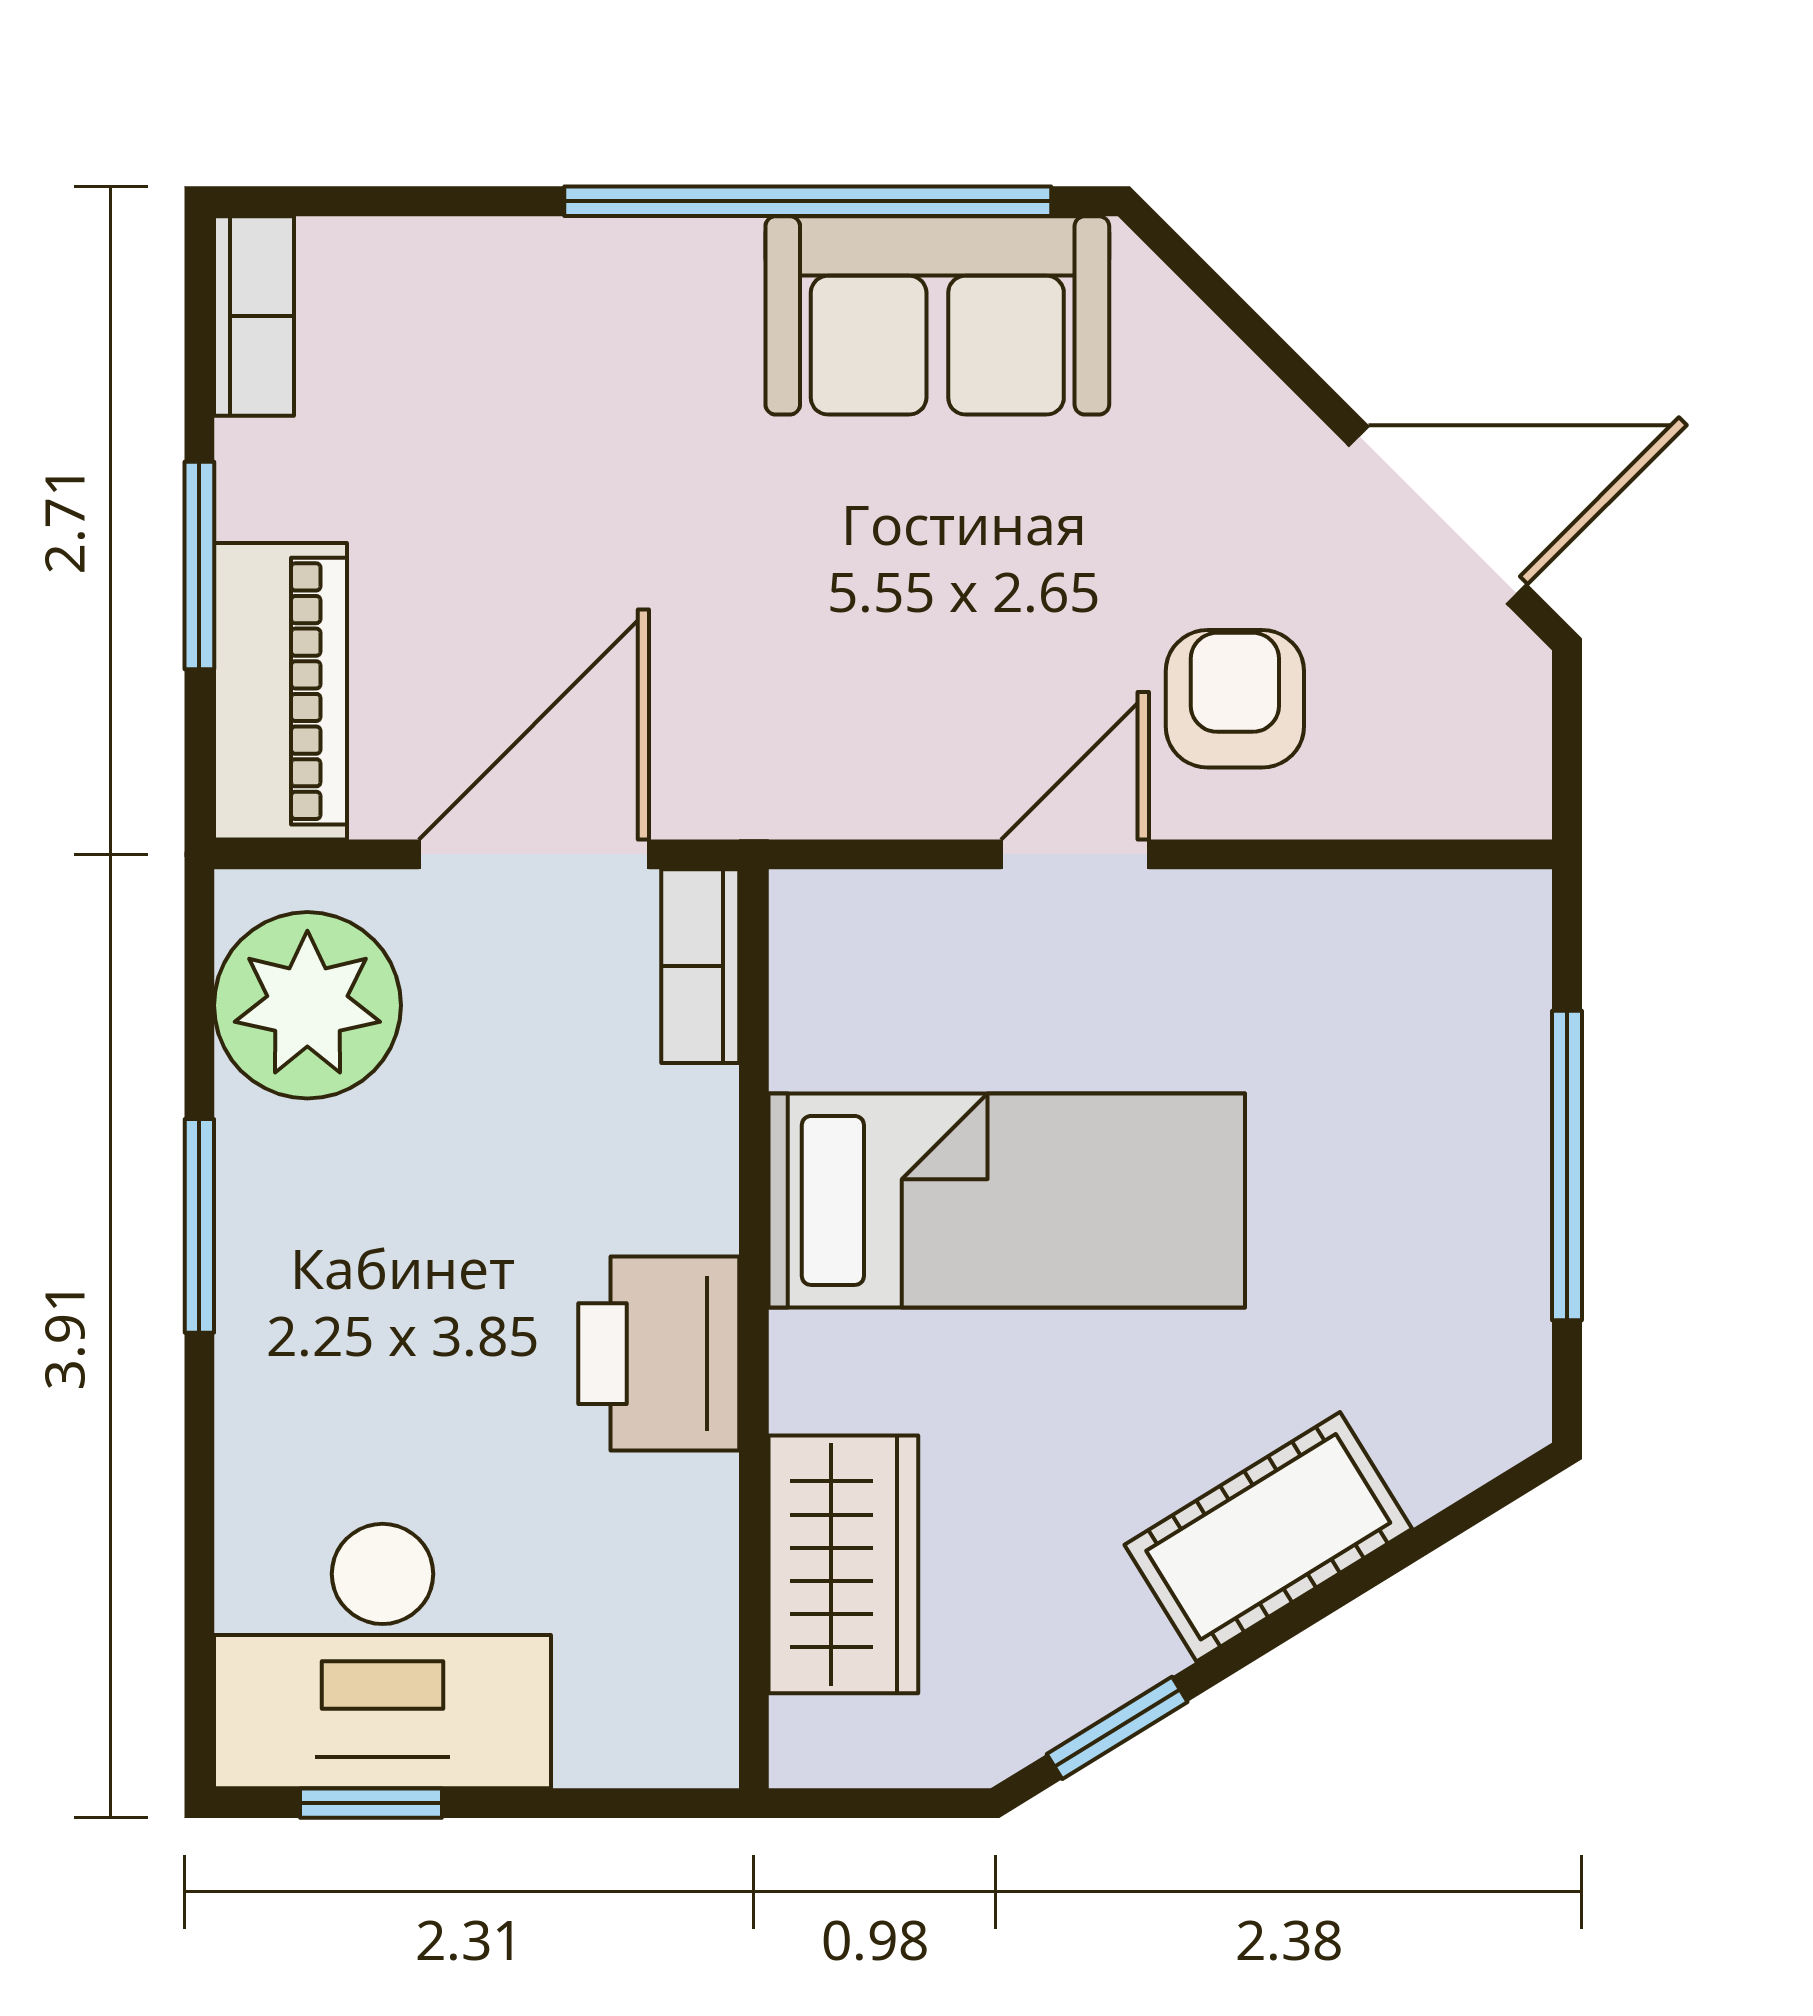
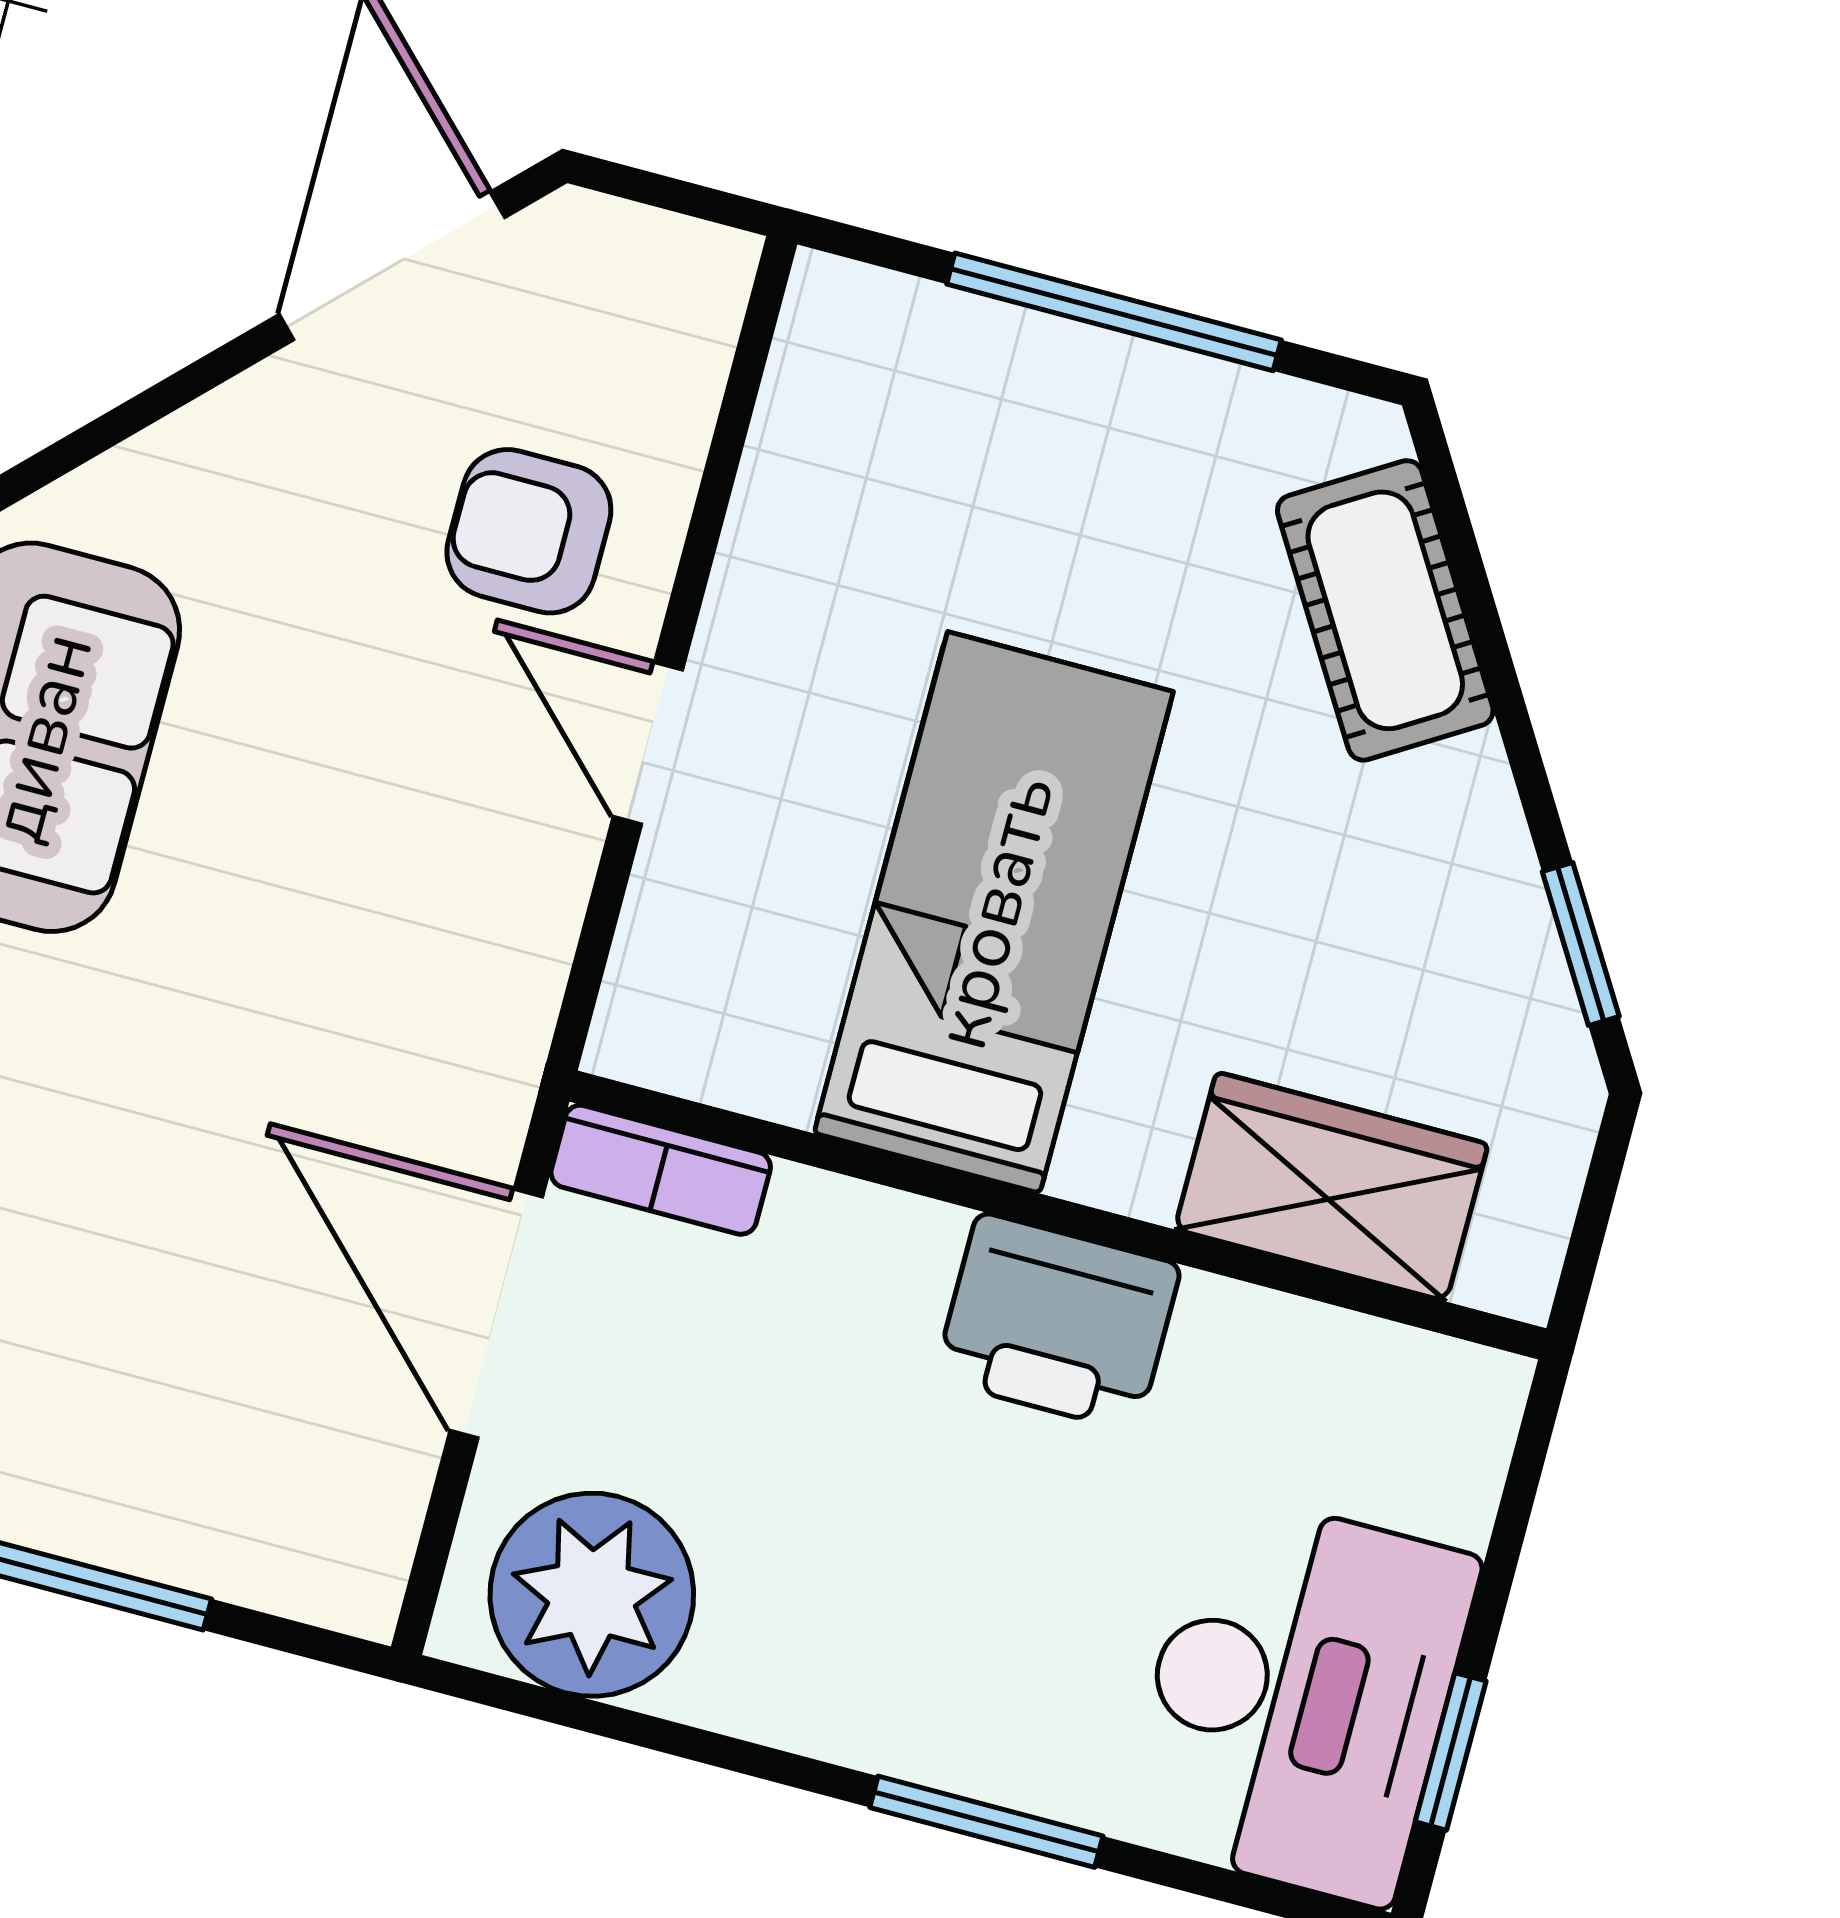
piano: (280, 691) -> (253, 1535), removed
window: (199, 1226) -> (986, 1822), moved
cot: (1268, 1537) -> (1385, 610), moved

